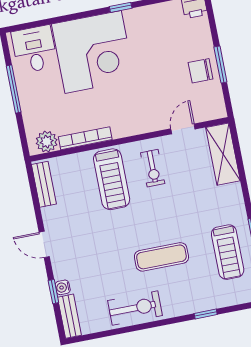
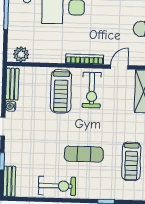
bookcase: (85, 138) -> (85, 59), moved
exercise bike: (153, 168) -> (92, 90), width x1.38, depth x1.39
water cooler: (63, 287) -> (11, 106), moved

